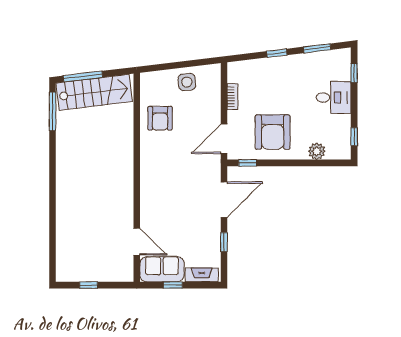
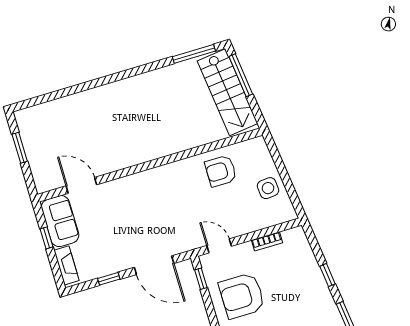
door: (224, 139) -> (219, 246), width x0.73
door: (137, 242) -> (81, 185), swing flipped
window: (89, 285) -> (20, 148), width x1.50

